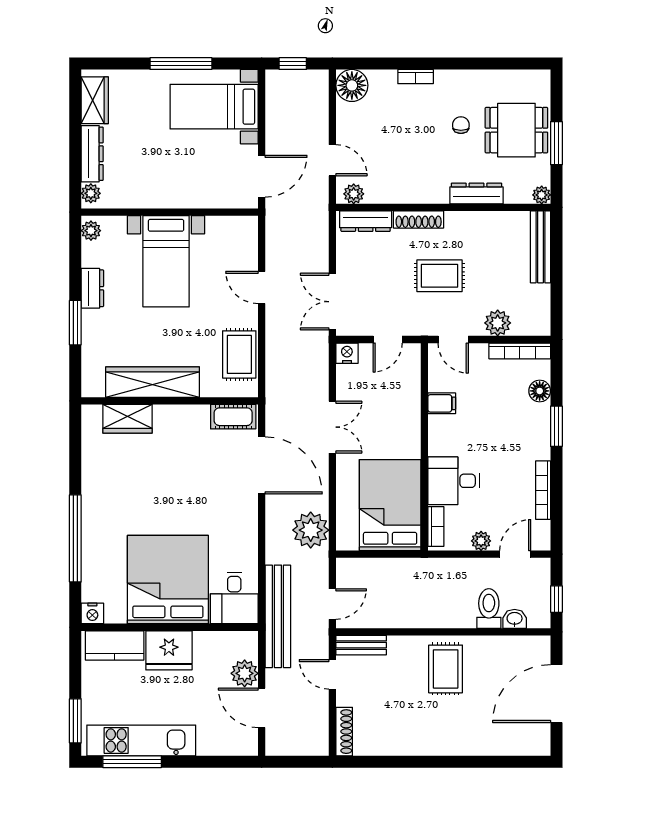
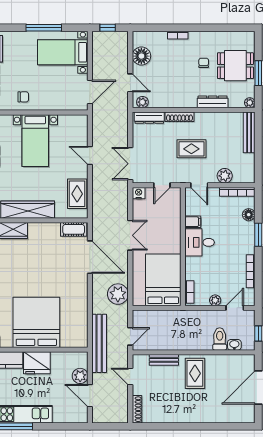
floor lamp: (352, 85) -> (141, 56), moved
chair: (145, 185) -> (23, 97), added
desk: (454, 481) -> (200, 242), moved
desk: (234, 598) -> (74, 333), removed
bench: (361, 645) -> (164, 360), moved

